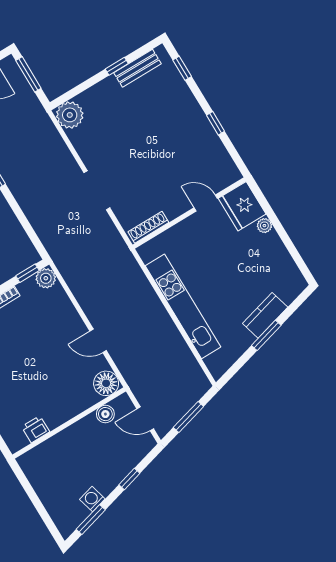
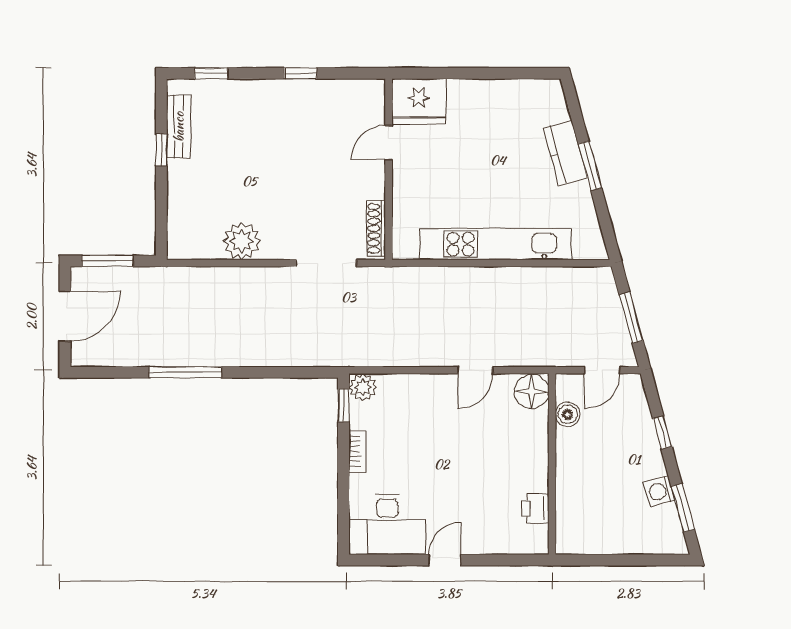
plant: (70, 115) -> (242, 241), moved
doorway: (97, 190) -> (327, 263), moved
plant: (264, 226) -> (458, 89), removed

